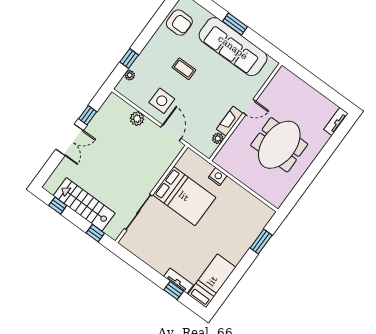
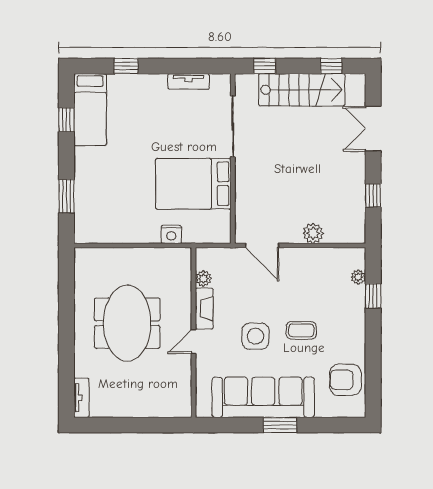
side table: (162, 101) -> (255, 336), moved
double door: (70, 140) -> (373, 129), moved
tv unit: (179, 281) -> (189, 81), moved
window: (229, 285) -> (66, 120), added

